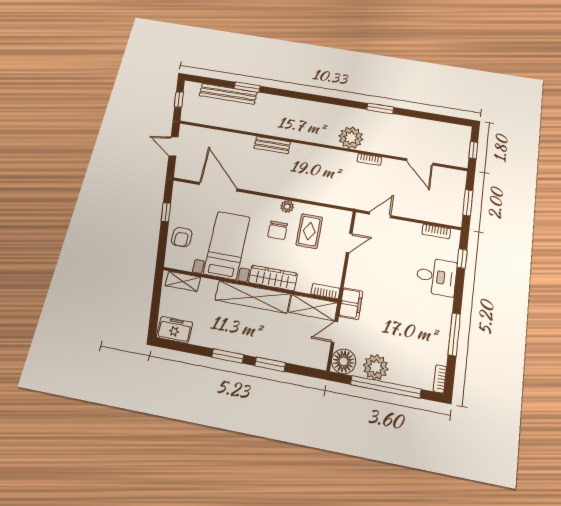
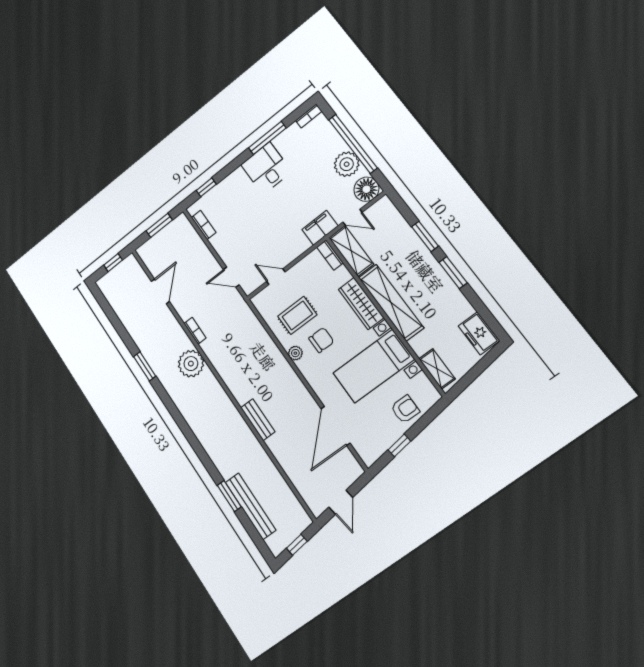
desk: (436, 277) -> (266, 168), moved

